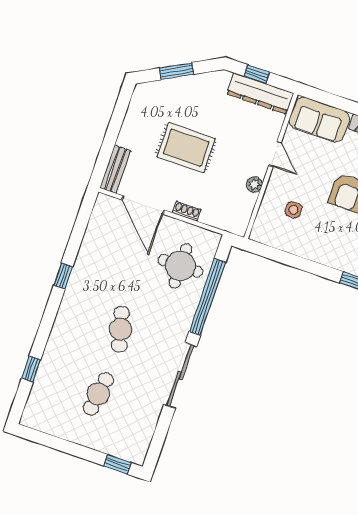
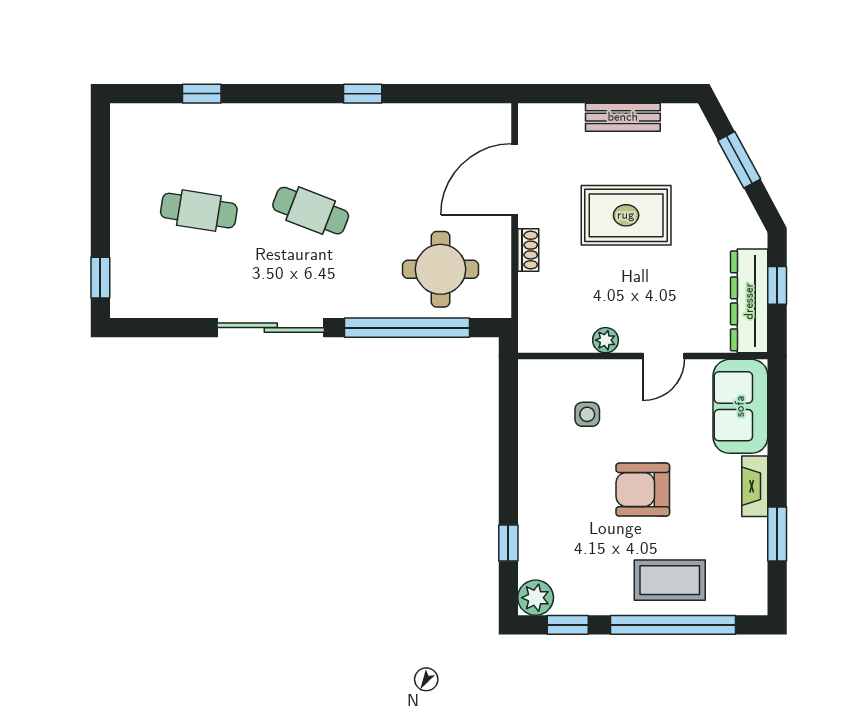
rug: (186, 148) -> (626, 215), turned 90
bench: (115, 169) -> (623, 117), moved
cafe table: (121, 329) -> (311, 211), turned 36

